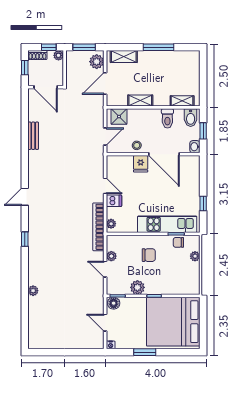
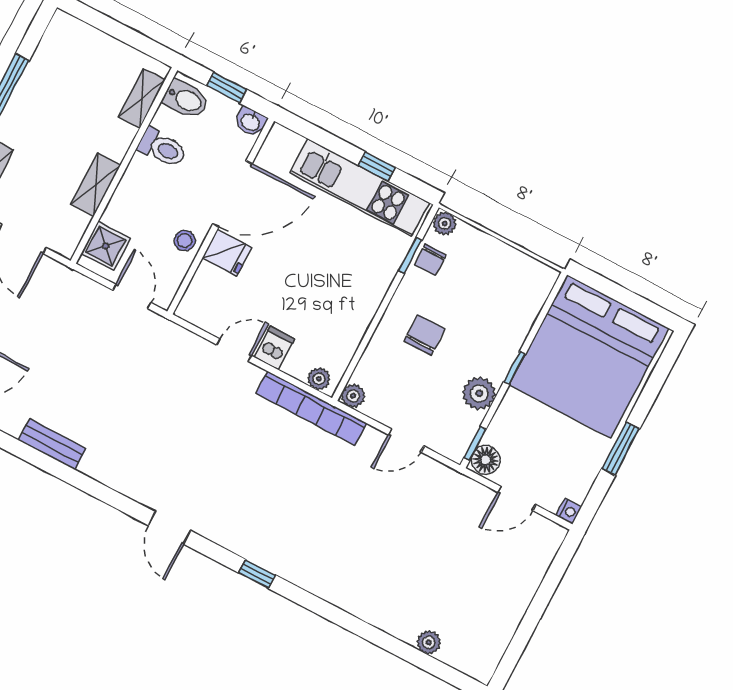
kitchen unit: (167, 224) -> (360, 188), moved, turned -90
plant: (111, 256) -> (353, 396), moved
plant: (195, 256) -> (445, 223), moved
plant: (33, 291) -> (429, 642), moved

